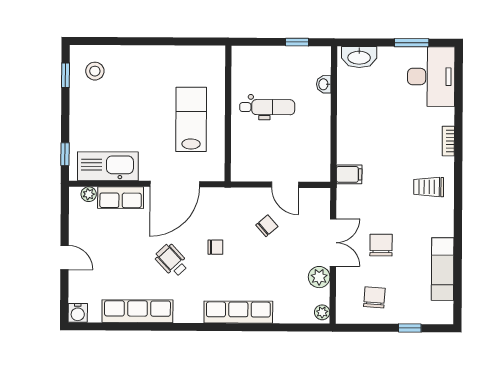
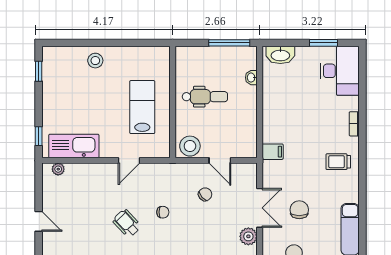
window: (297, 42) -> (229, 43), width x2.17
stool: (95, 71) -> (95, 61), moved
stool: (249, 167) -> (190, 146), added
door: (175, 184) -> (129, 160), width x0.53
row of seats: (121, 198) -> (84, 172), removed

